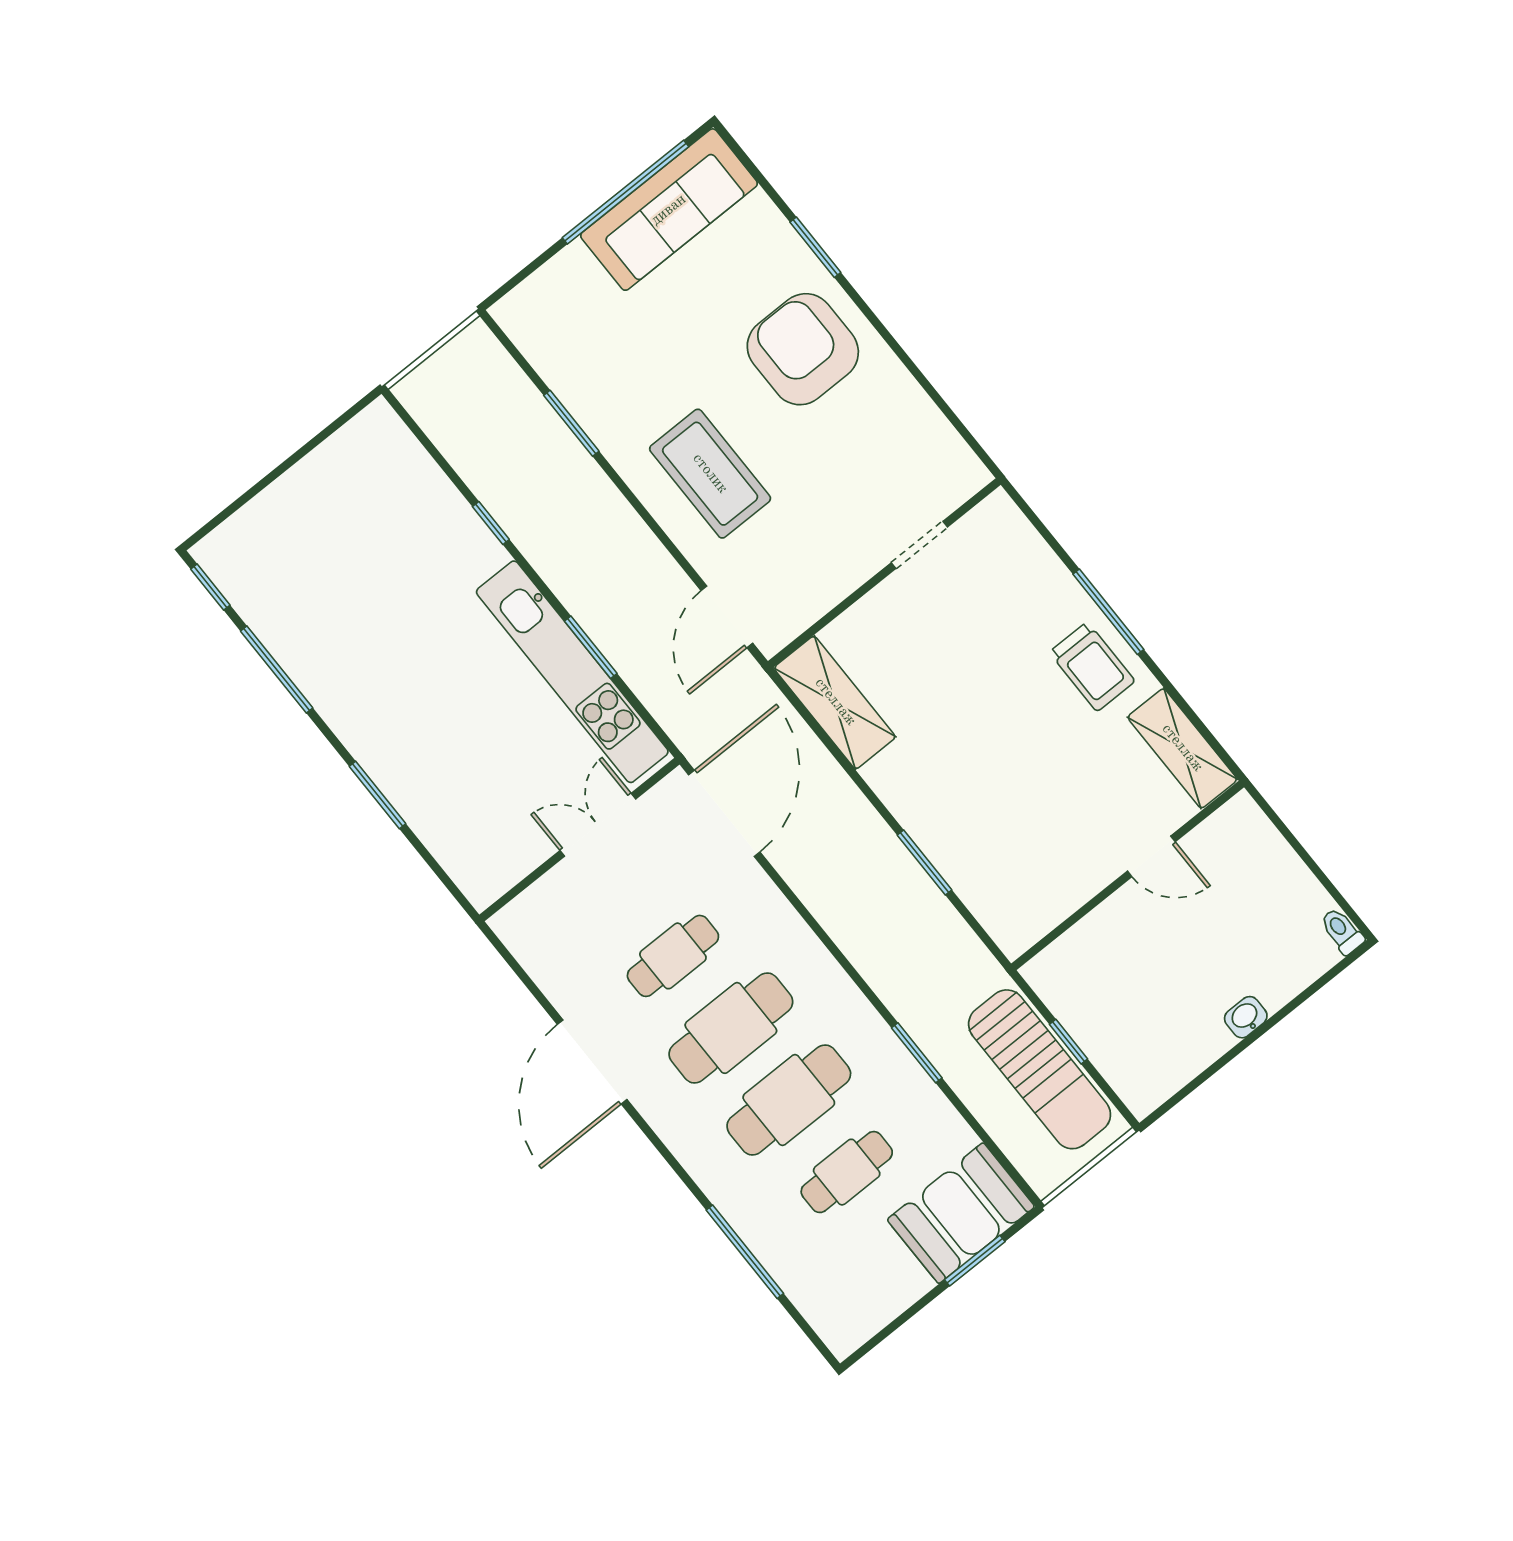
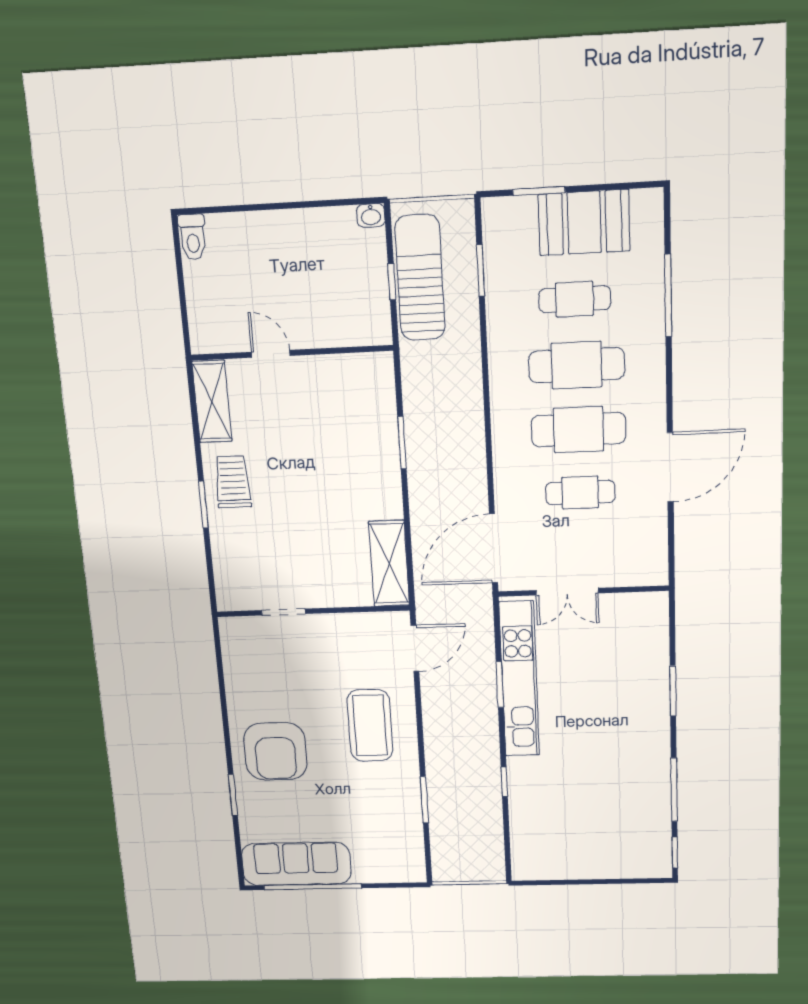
window: (1108, 612) -> (203, 505), width x0.69
toilet: (1342, 931) -> (193, 237), width x1.37, depth x1.39
washbasin: (1246, 1017) -> (371, 215), moved
window: (917, 1053) -> (481, 270), moved
booth: (961, 1213) -> (584, 223), moved

